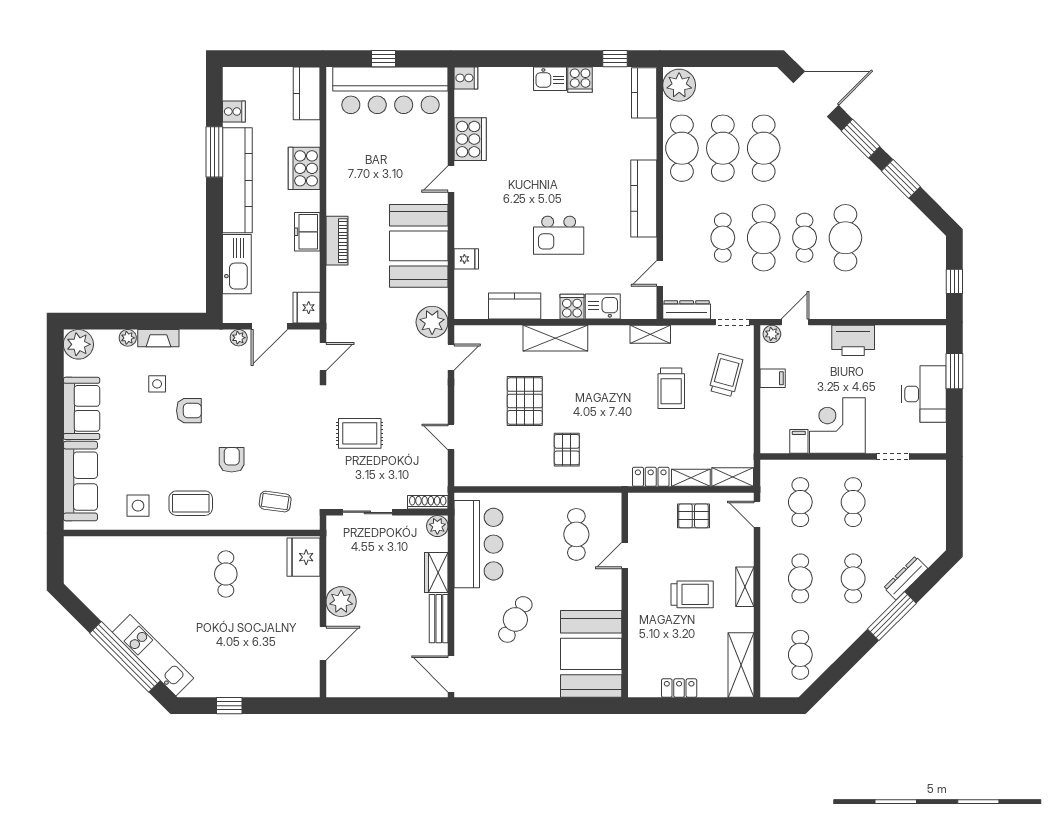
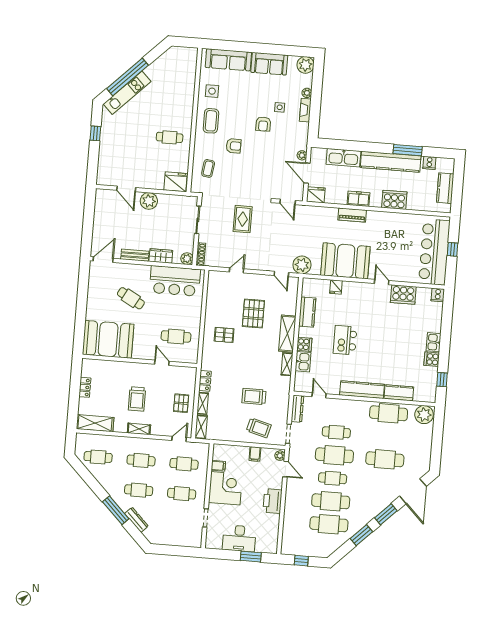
kitchen counter: (307, 93) -> (445, 188), moved, turned -90
kitchen counter: (644, 93) -> (399, 393), moved
cafe table: (723, 148) -> (329, 524), moved
shelving: (650, 334) -> (287, 364), moved
pallet: (525, 401) -> (253, 313), turned 90

